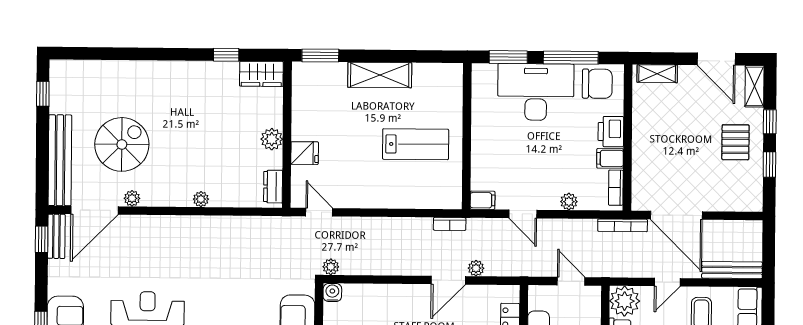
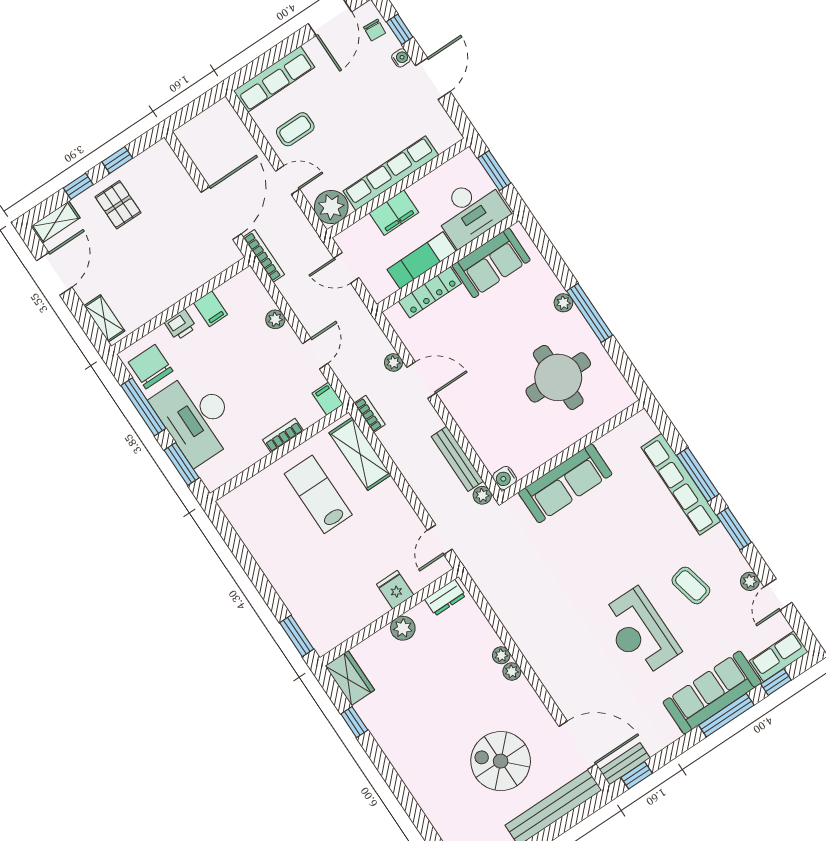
shelving: (380, 75) -> (360, 454), moved
printer: (611, 132) -> (180, 325), width x0.73, depth x0.81
pallet: (735, 142) -> (118, 205), turned 90
bookcase: (616, 188) -> (283, 435), moved, turned 180
plant: (132, 198) -> (512, 671), moved
bench: (732, 270) -> (457, 459), moved
door: (571, 281) -> (346, 268), hinge flipped

